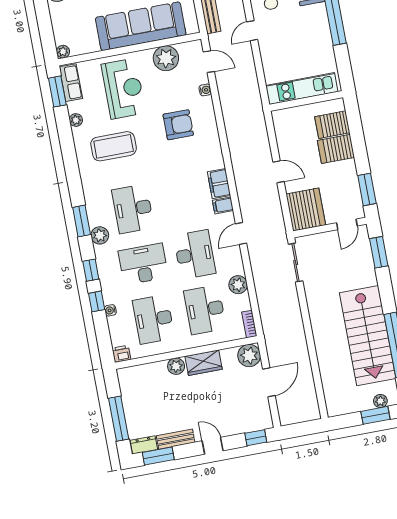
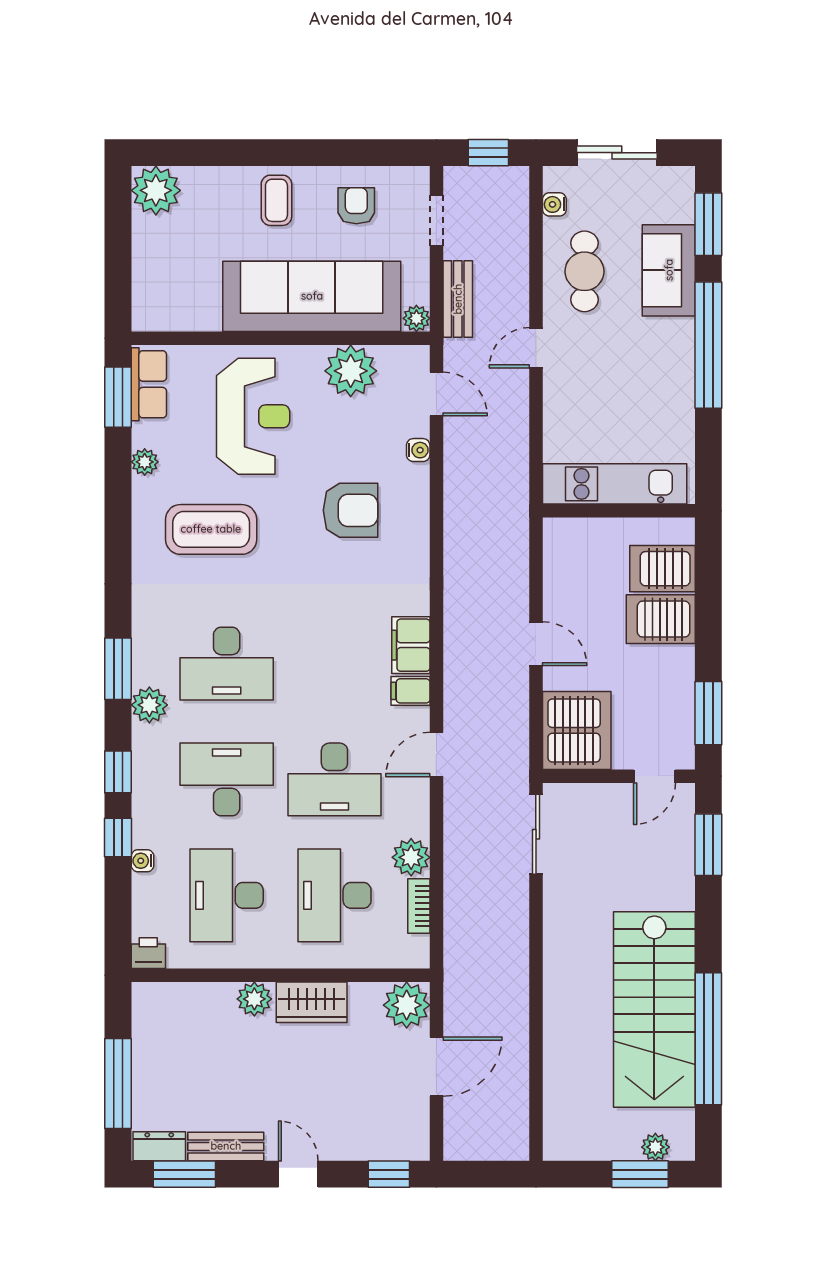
plant: (63, 52) -> (416, 318), moved
desk: (133, 209) -> (227, 664), turned -90
desk: (195, 254) -> (334, 779), turned 90
bookcase: (249, 324) -> (419, 906), moved

